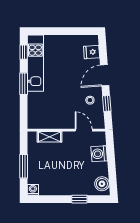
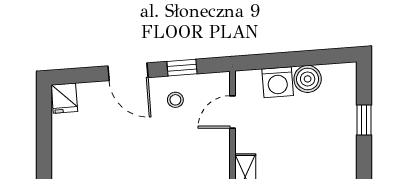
fridge: (92, 52) -> (64, 98), moved
boiler: (102, 184) -> (308, 79), moved

